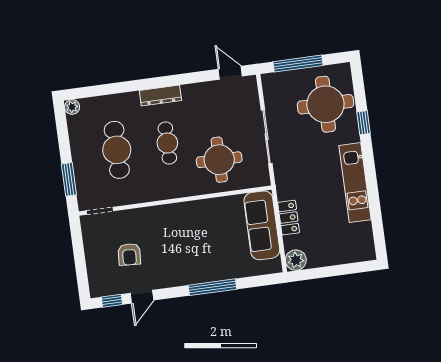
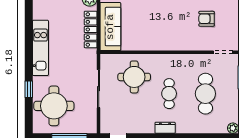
dresser: (160, 96) -> (165, 128), width x0.70
locker: (289, 218) -> (91, 29), width x1.53
armchair: (129, 254) -> (207, 19), turned -94

